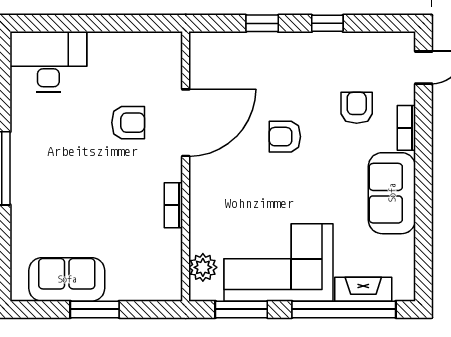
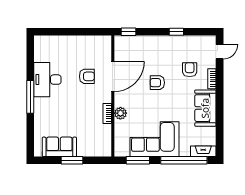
window: (262, 23) -> (129, 32), moved
desk: (48, 61) -> (47, 80), moved, turned -90
plant: (203, 267) -> (120, 113), moved
fireplace: (363, 289) -> (203, 151), moved

